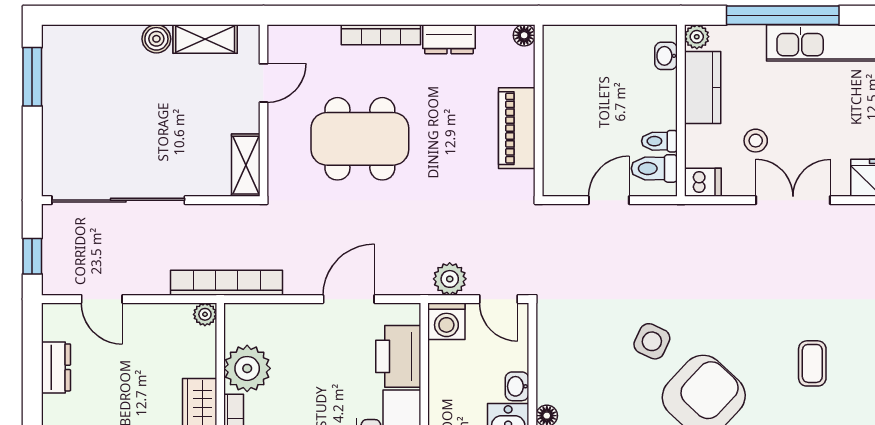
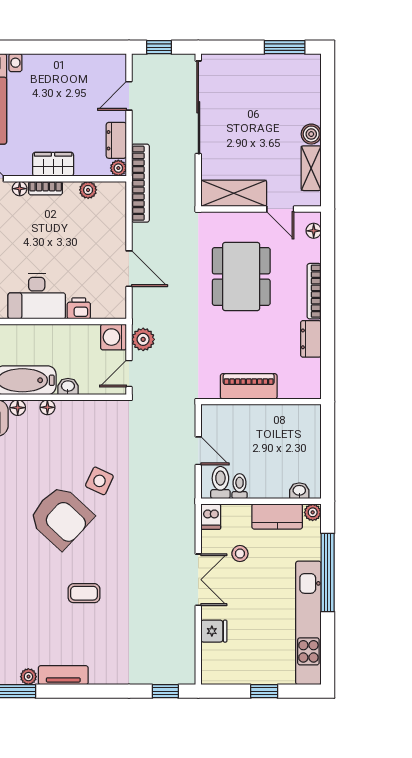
floor lamp: (524, 35) -> (314, 231), moved
shelving: (246, 165) -> (234, 193), width x1.50, depth x1.33
printer: (398, 356) -> (79, 308), width x0.53, depth x0.68
dresser: (56, 367) -> (116, 140), moved, turned 90
plant: (247, 368) -> (88, 190), width x0.53, depth x0.53

